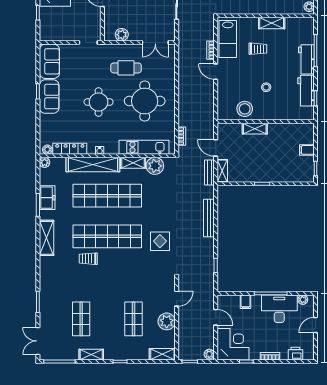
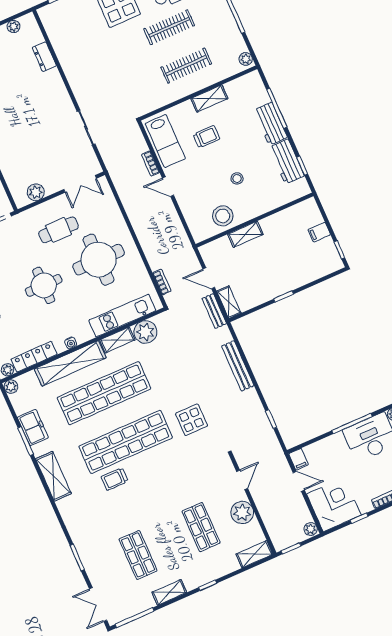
filing cabinet: (245, 302) -> (299, 459), moved

